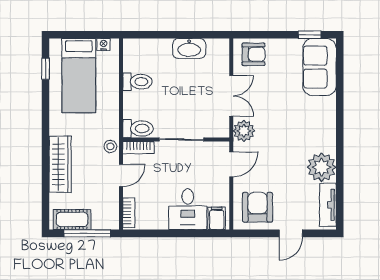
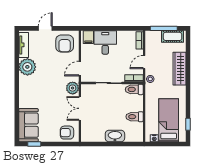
washbasin: (189, 48) -> (115, 136), moved

